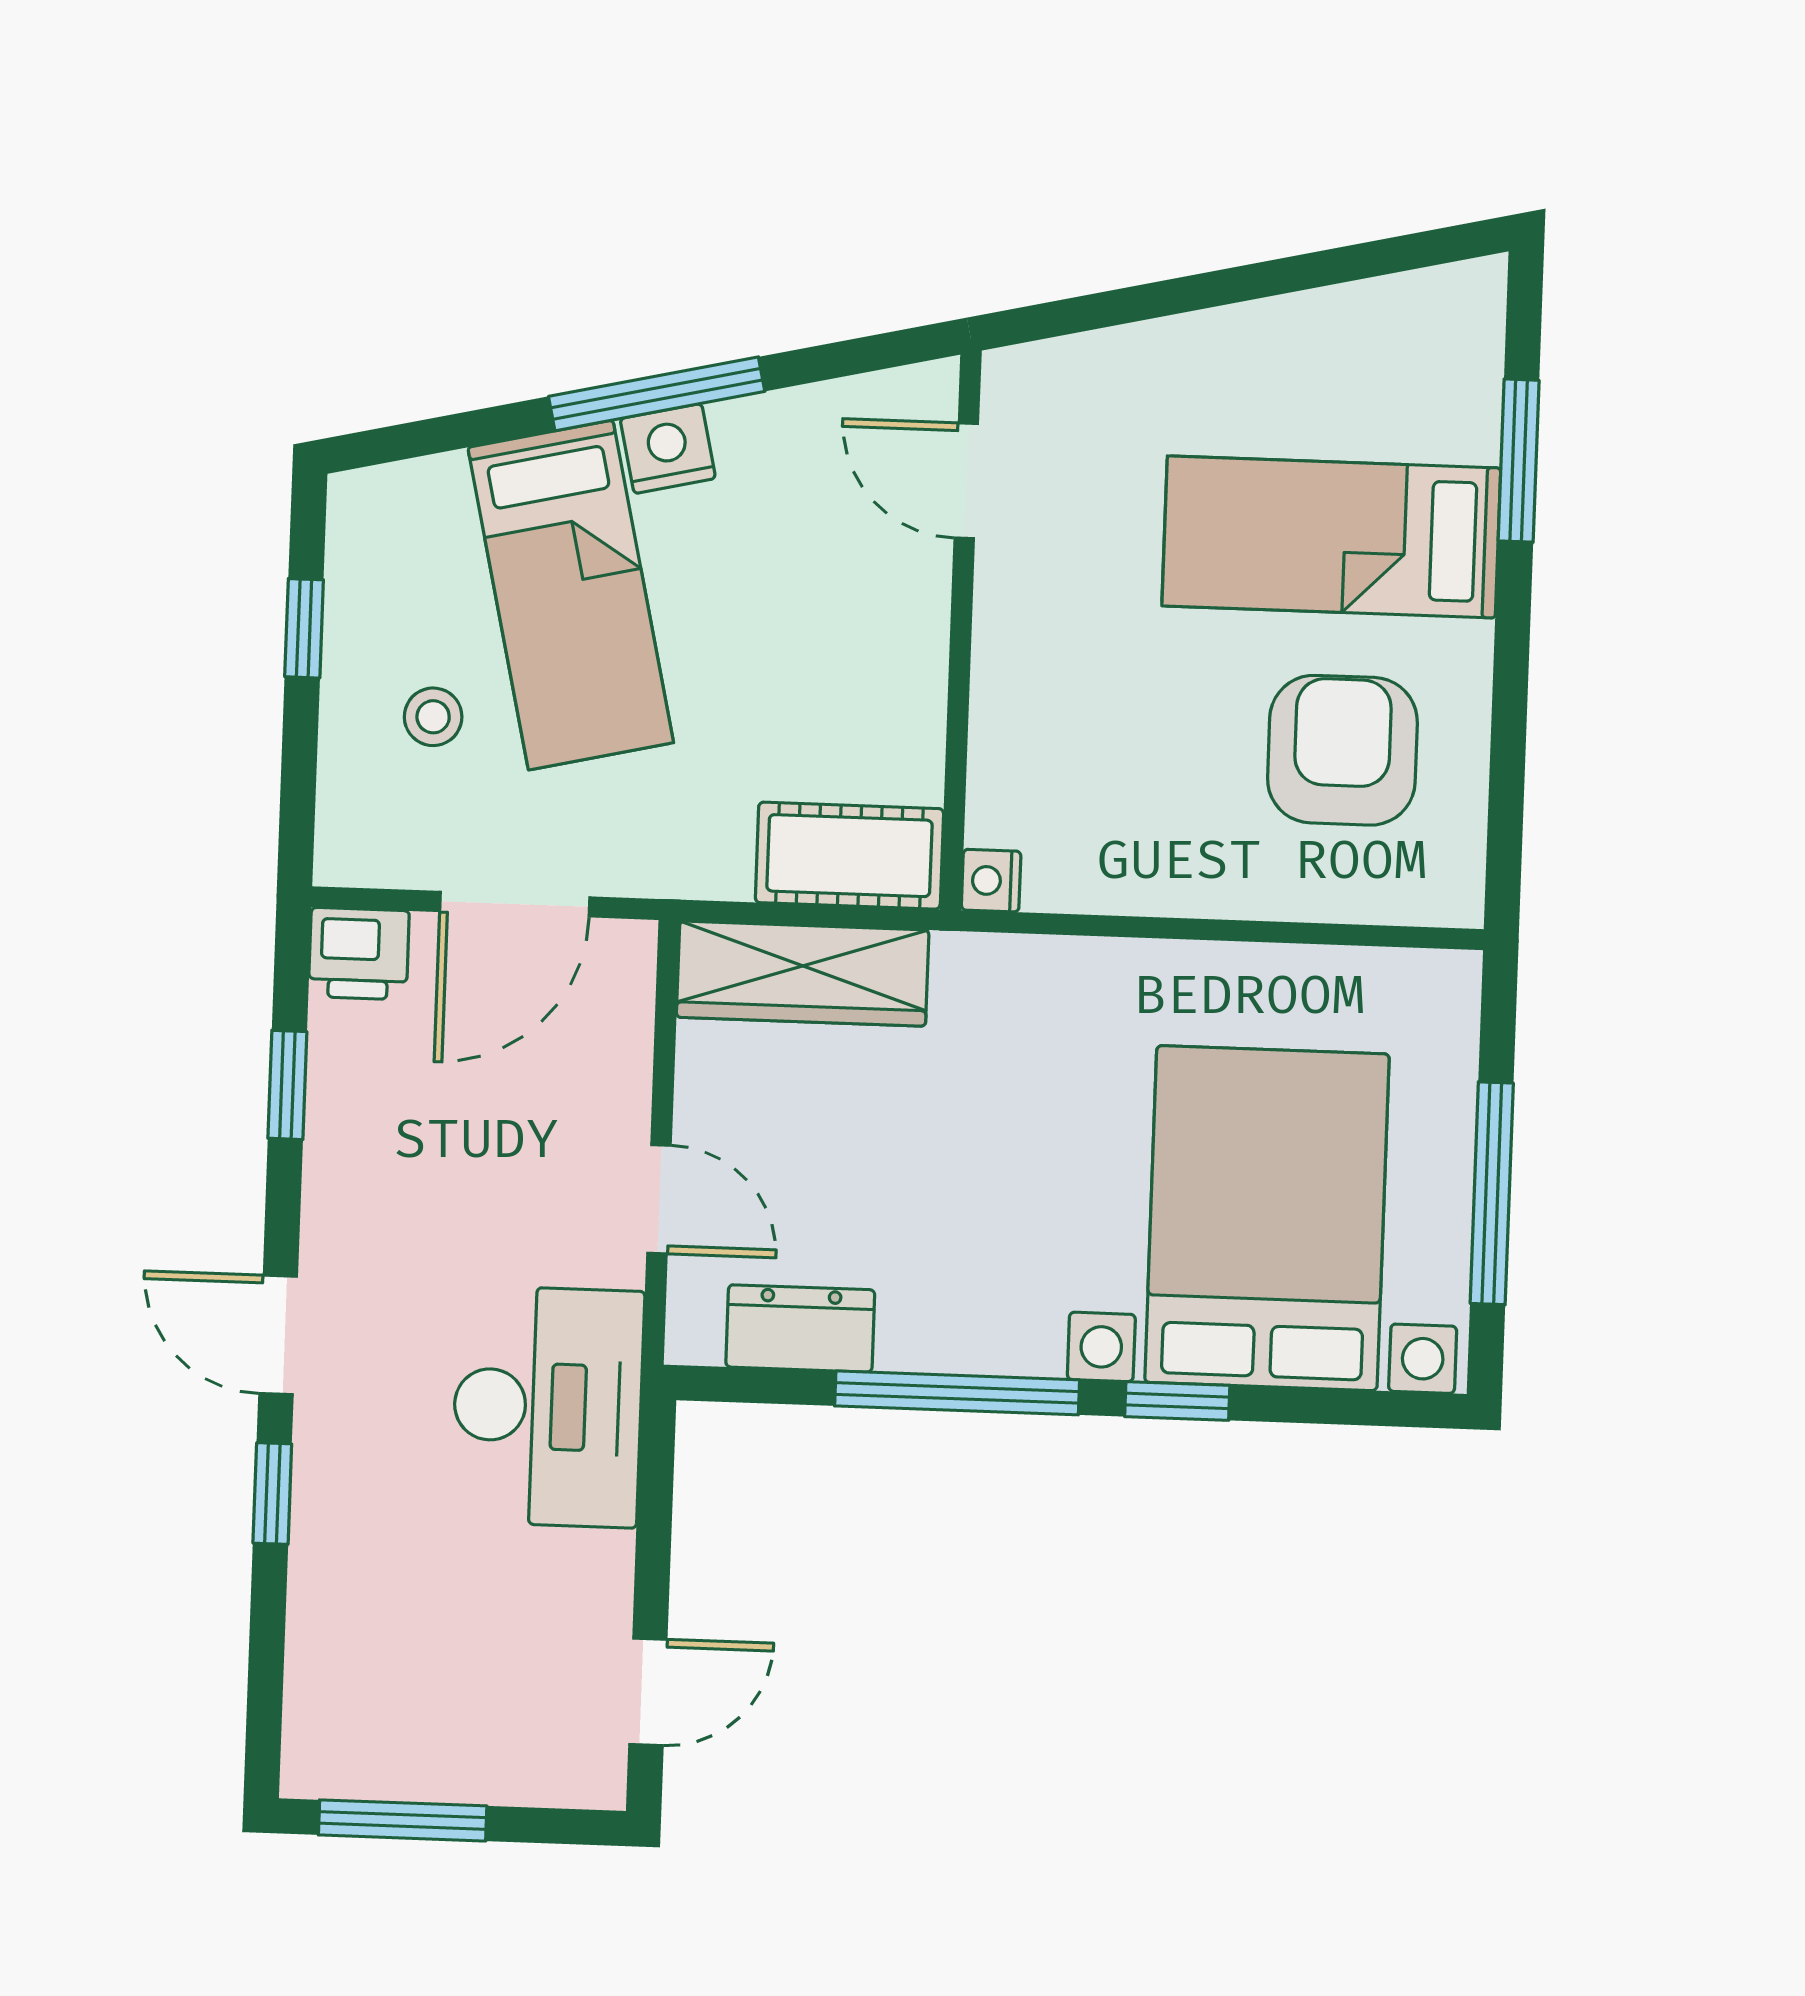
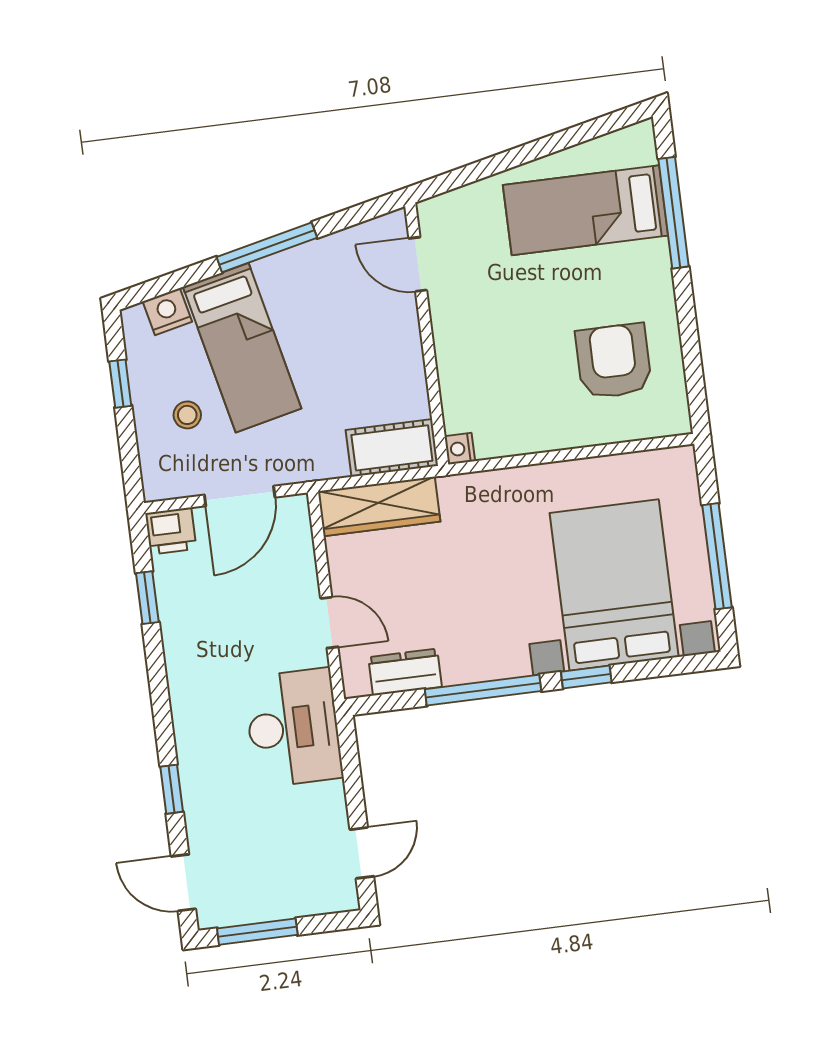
nightstand: (668, 449) -> (167, 312), moved
window: (1519, 461) -> (674, 213), width x1.44
bed: (1331, 537) -> (585, 210), moved
door: (278, 1335) -> (183, 883), moved

